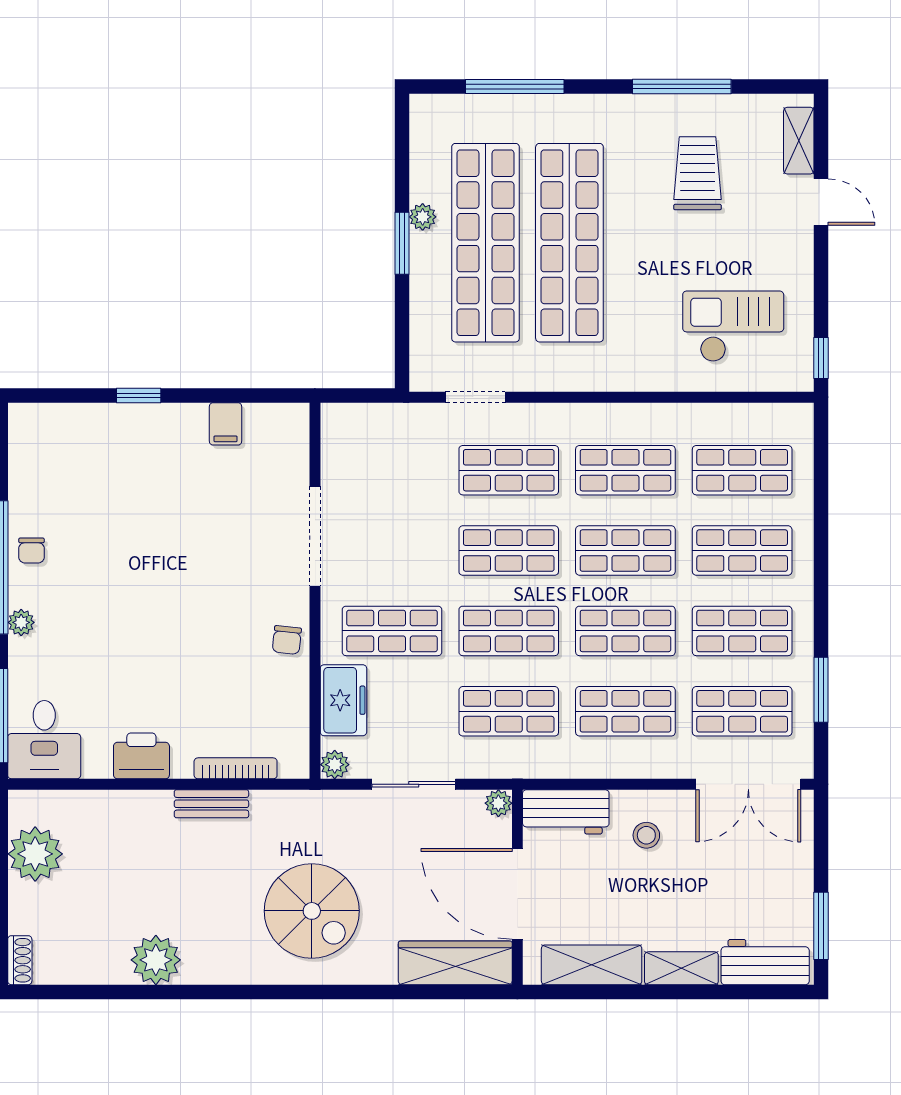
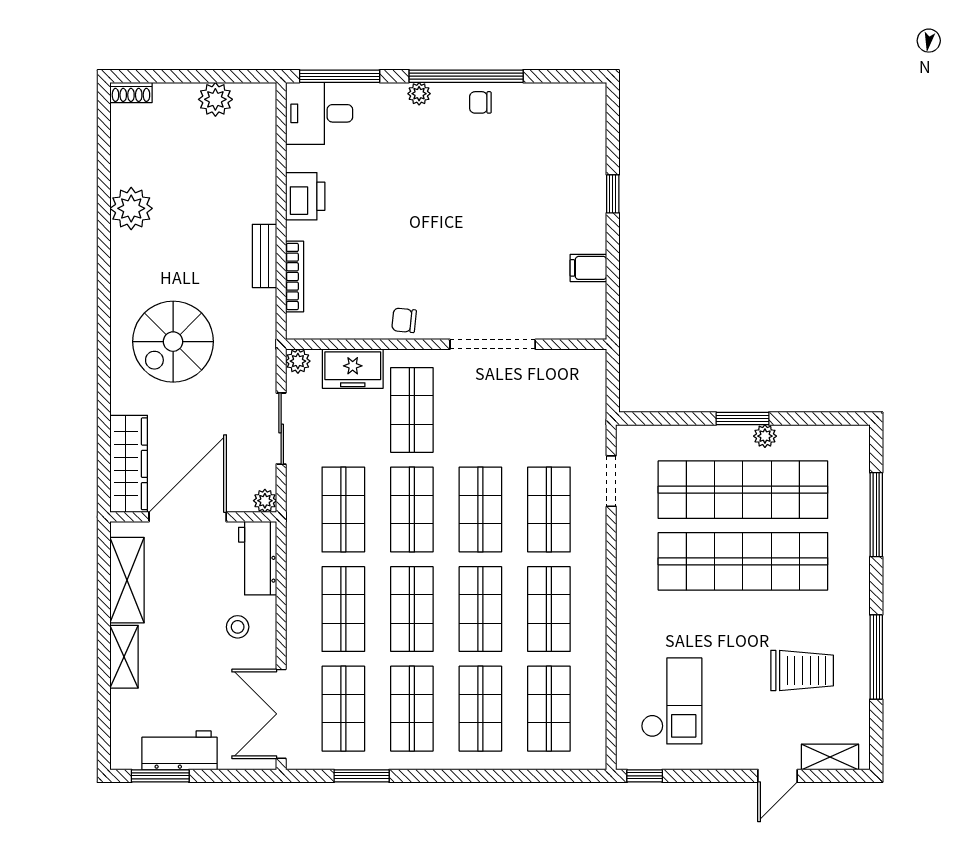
plant: (35, 854) -> (215, 99), width x0.73, depth x0.73
workbench: (765, 962) -> (180, 750), moved, turned -90

